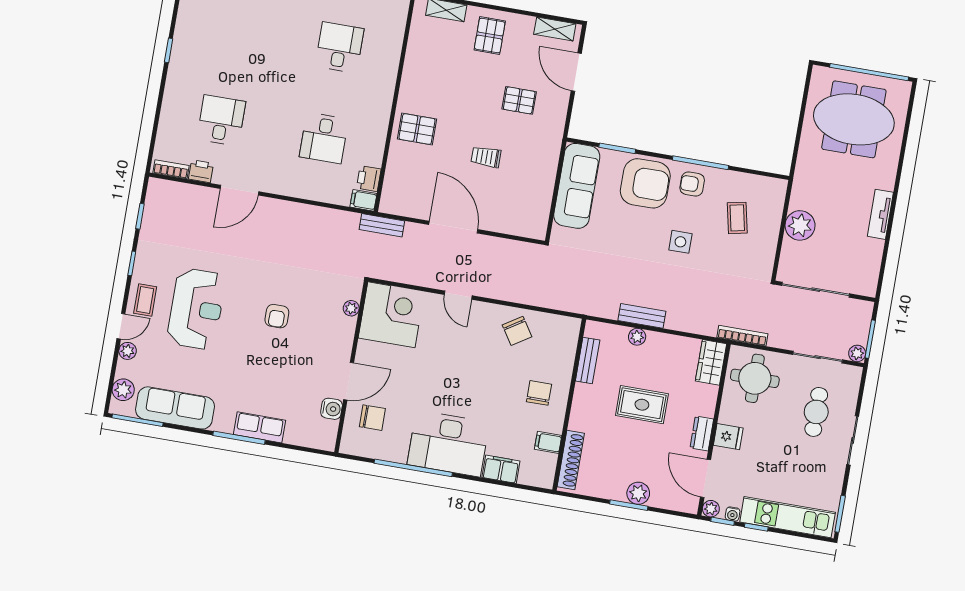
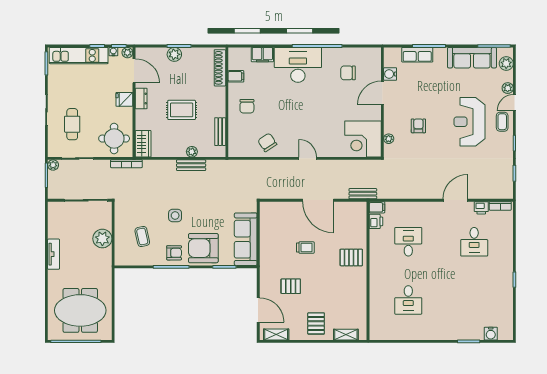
plant: (351, 308) -> (389, 139), moved
corner desk: (391, 315) -> (363, 139), moved
wall: (351, 367) -> (382, 102), moved
door: (349, 381) -> (382, 93), moved
water cooler: (332, 409) -> (390, 74), moved

